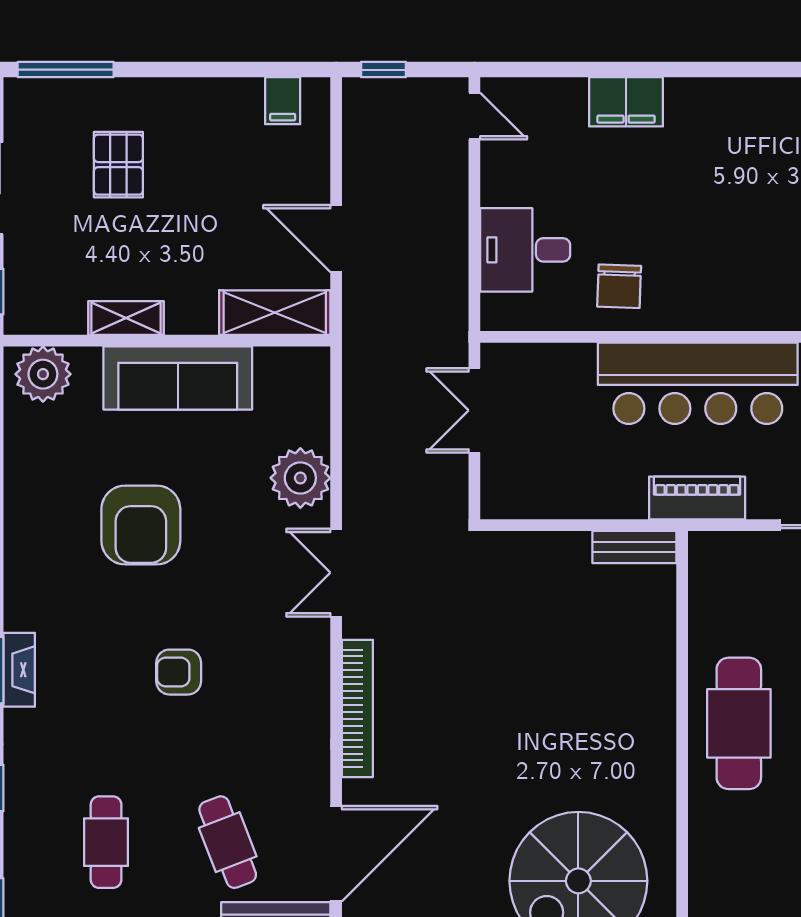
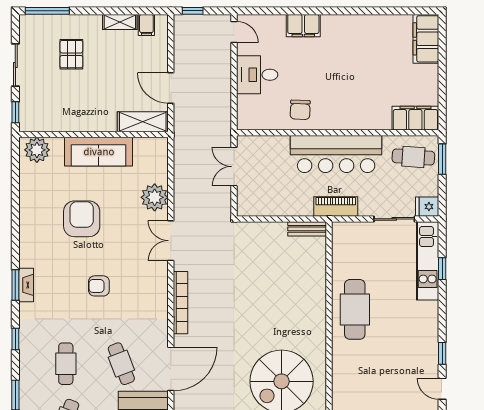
desk: (525, 250) -> (257, 75), moved
shelving: (126, 318) -> (120, 22), moved
armchair: (141, 525) -> (82, 219), turned 180

